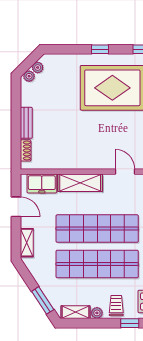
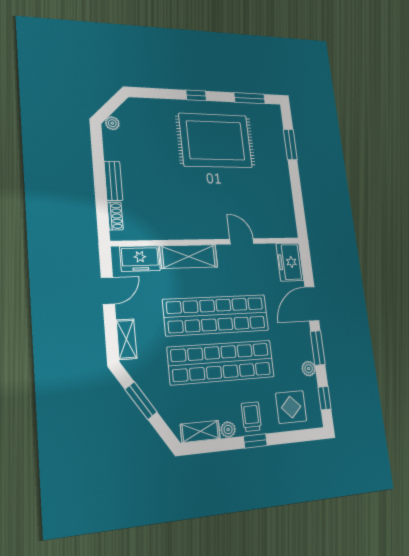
plant: (38, 67) -> (122, 113), removed
door: (16, 207) -> (108, 291), hinge flipped
window: (43, 300) -> (141, 401), moved
window: (130, 323) -> (255, 441), moved

